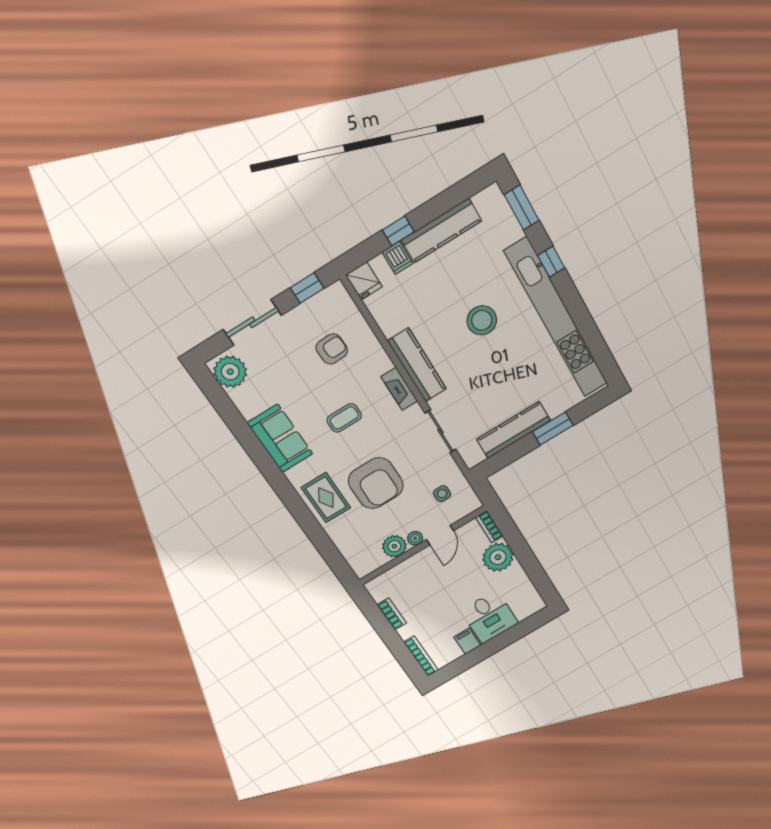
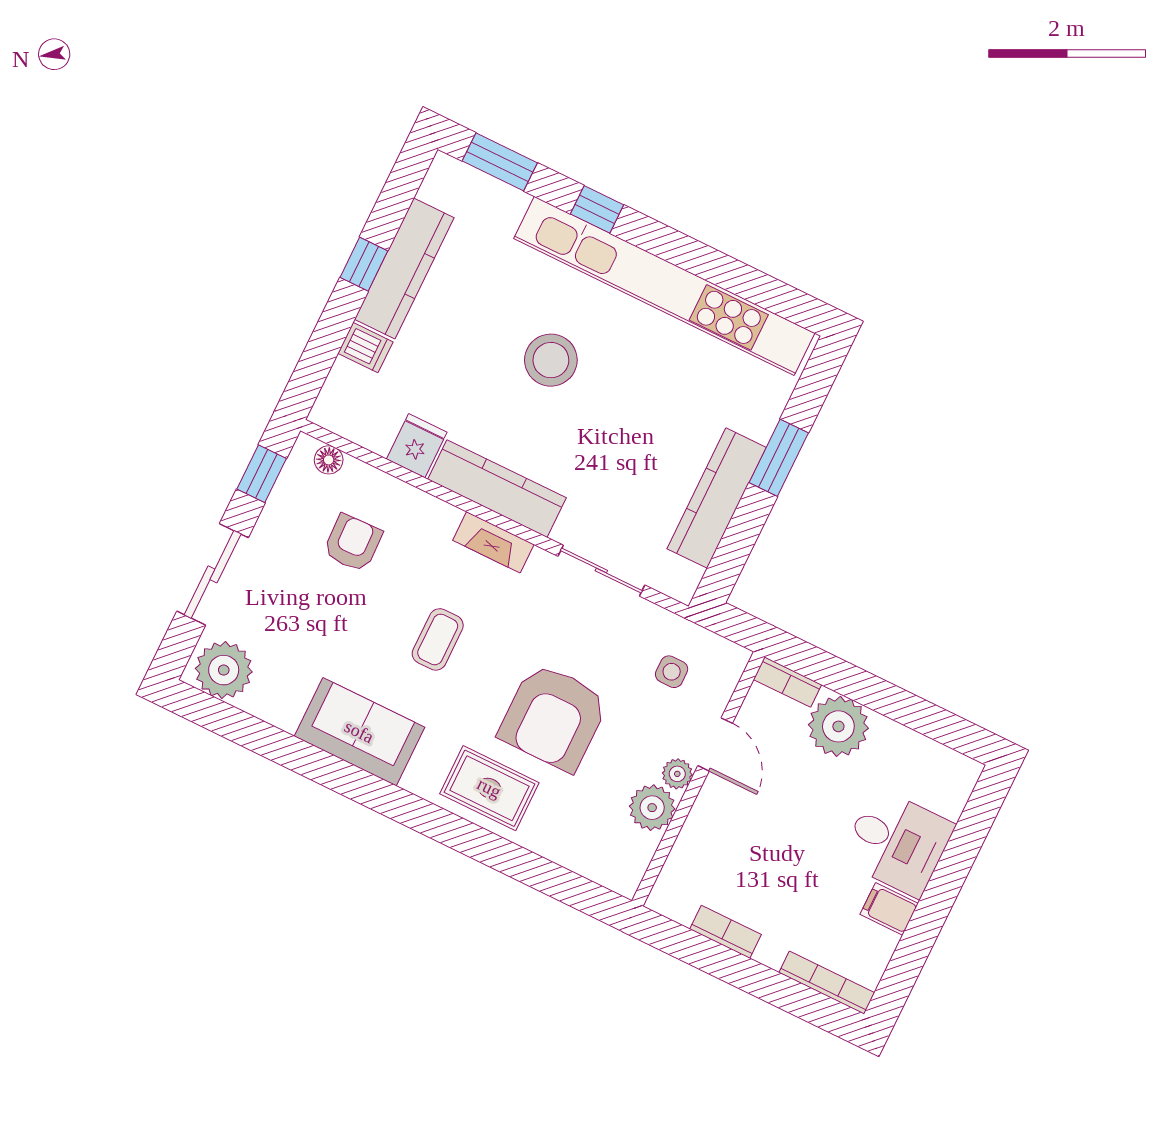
window: (398, 231) -> (364, 264), moved
fridge: (364, 281) -> (417, 446), moved, turned -90
floor lamp: (345, 302) -> (329, 460), added
armchair: (376, 483) -> (554, 717), turned 90

